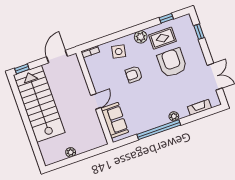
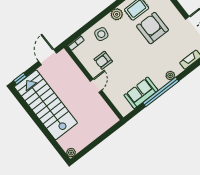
armchair: (134, 74) -> (103, 60), moved
sofa: (115, 120) -> (141, 93), moved, turned -90
plant: (71, 152) -> (71, 153), moved

